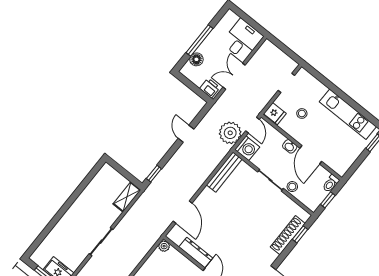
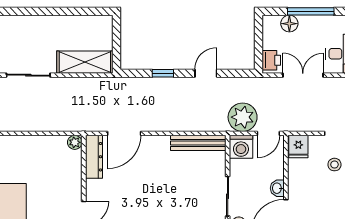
stool: (302, 113) -> (334, 165), moved
window: (154, 174) -> (163, 73), moved
shelving: (127, 197) -> (85, 62), width x1.50, depth x1.33
dresser: (196, 253) -> (94, 157), moved

